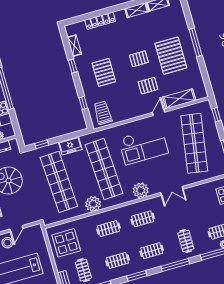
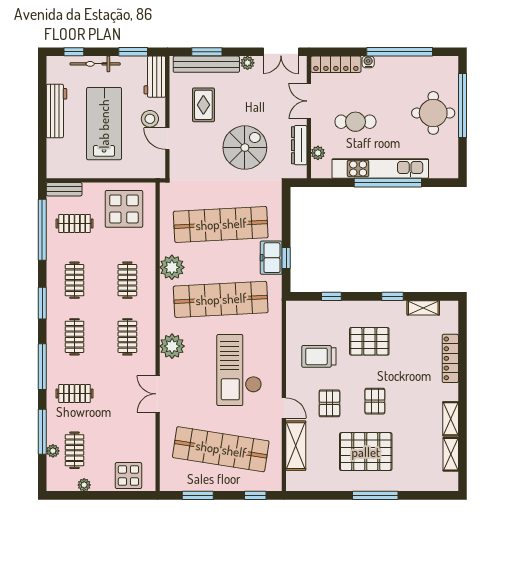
trolley: (103, 113) -> (319, 356), moved, turned 180
window: (42, 144) -> (286, 258), moved

